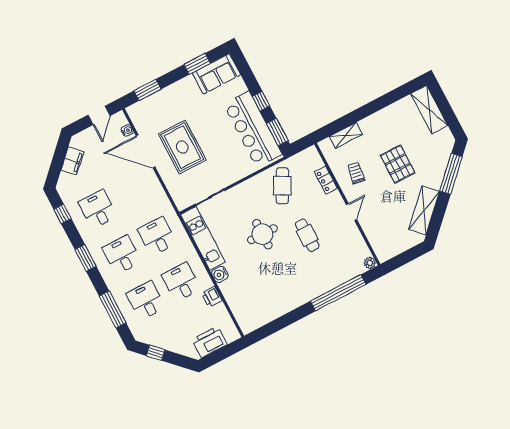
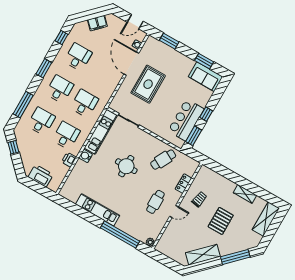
bar counter: (253, 129) -> (186, 120), width x0.73
shelving: (346, 135) -> (245, 194), moved
cafe table: (307, 235) -> (155, 202), moved
kitchen unit: (292, 301) -> (98, 210), added

